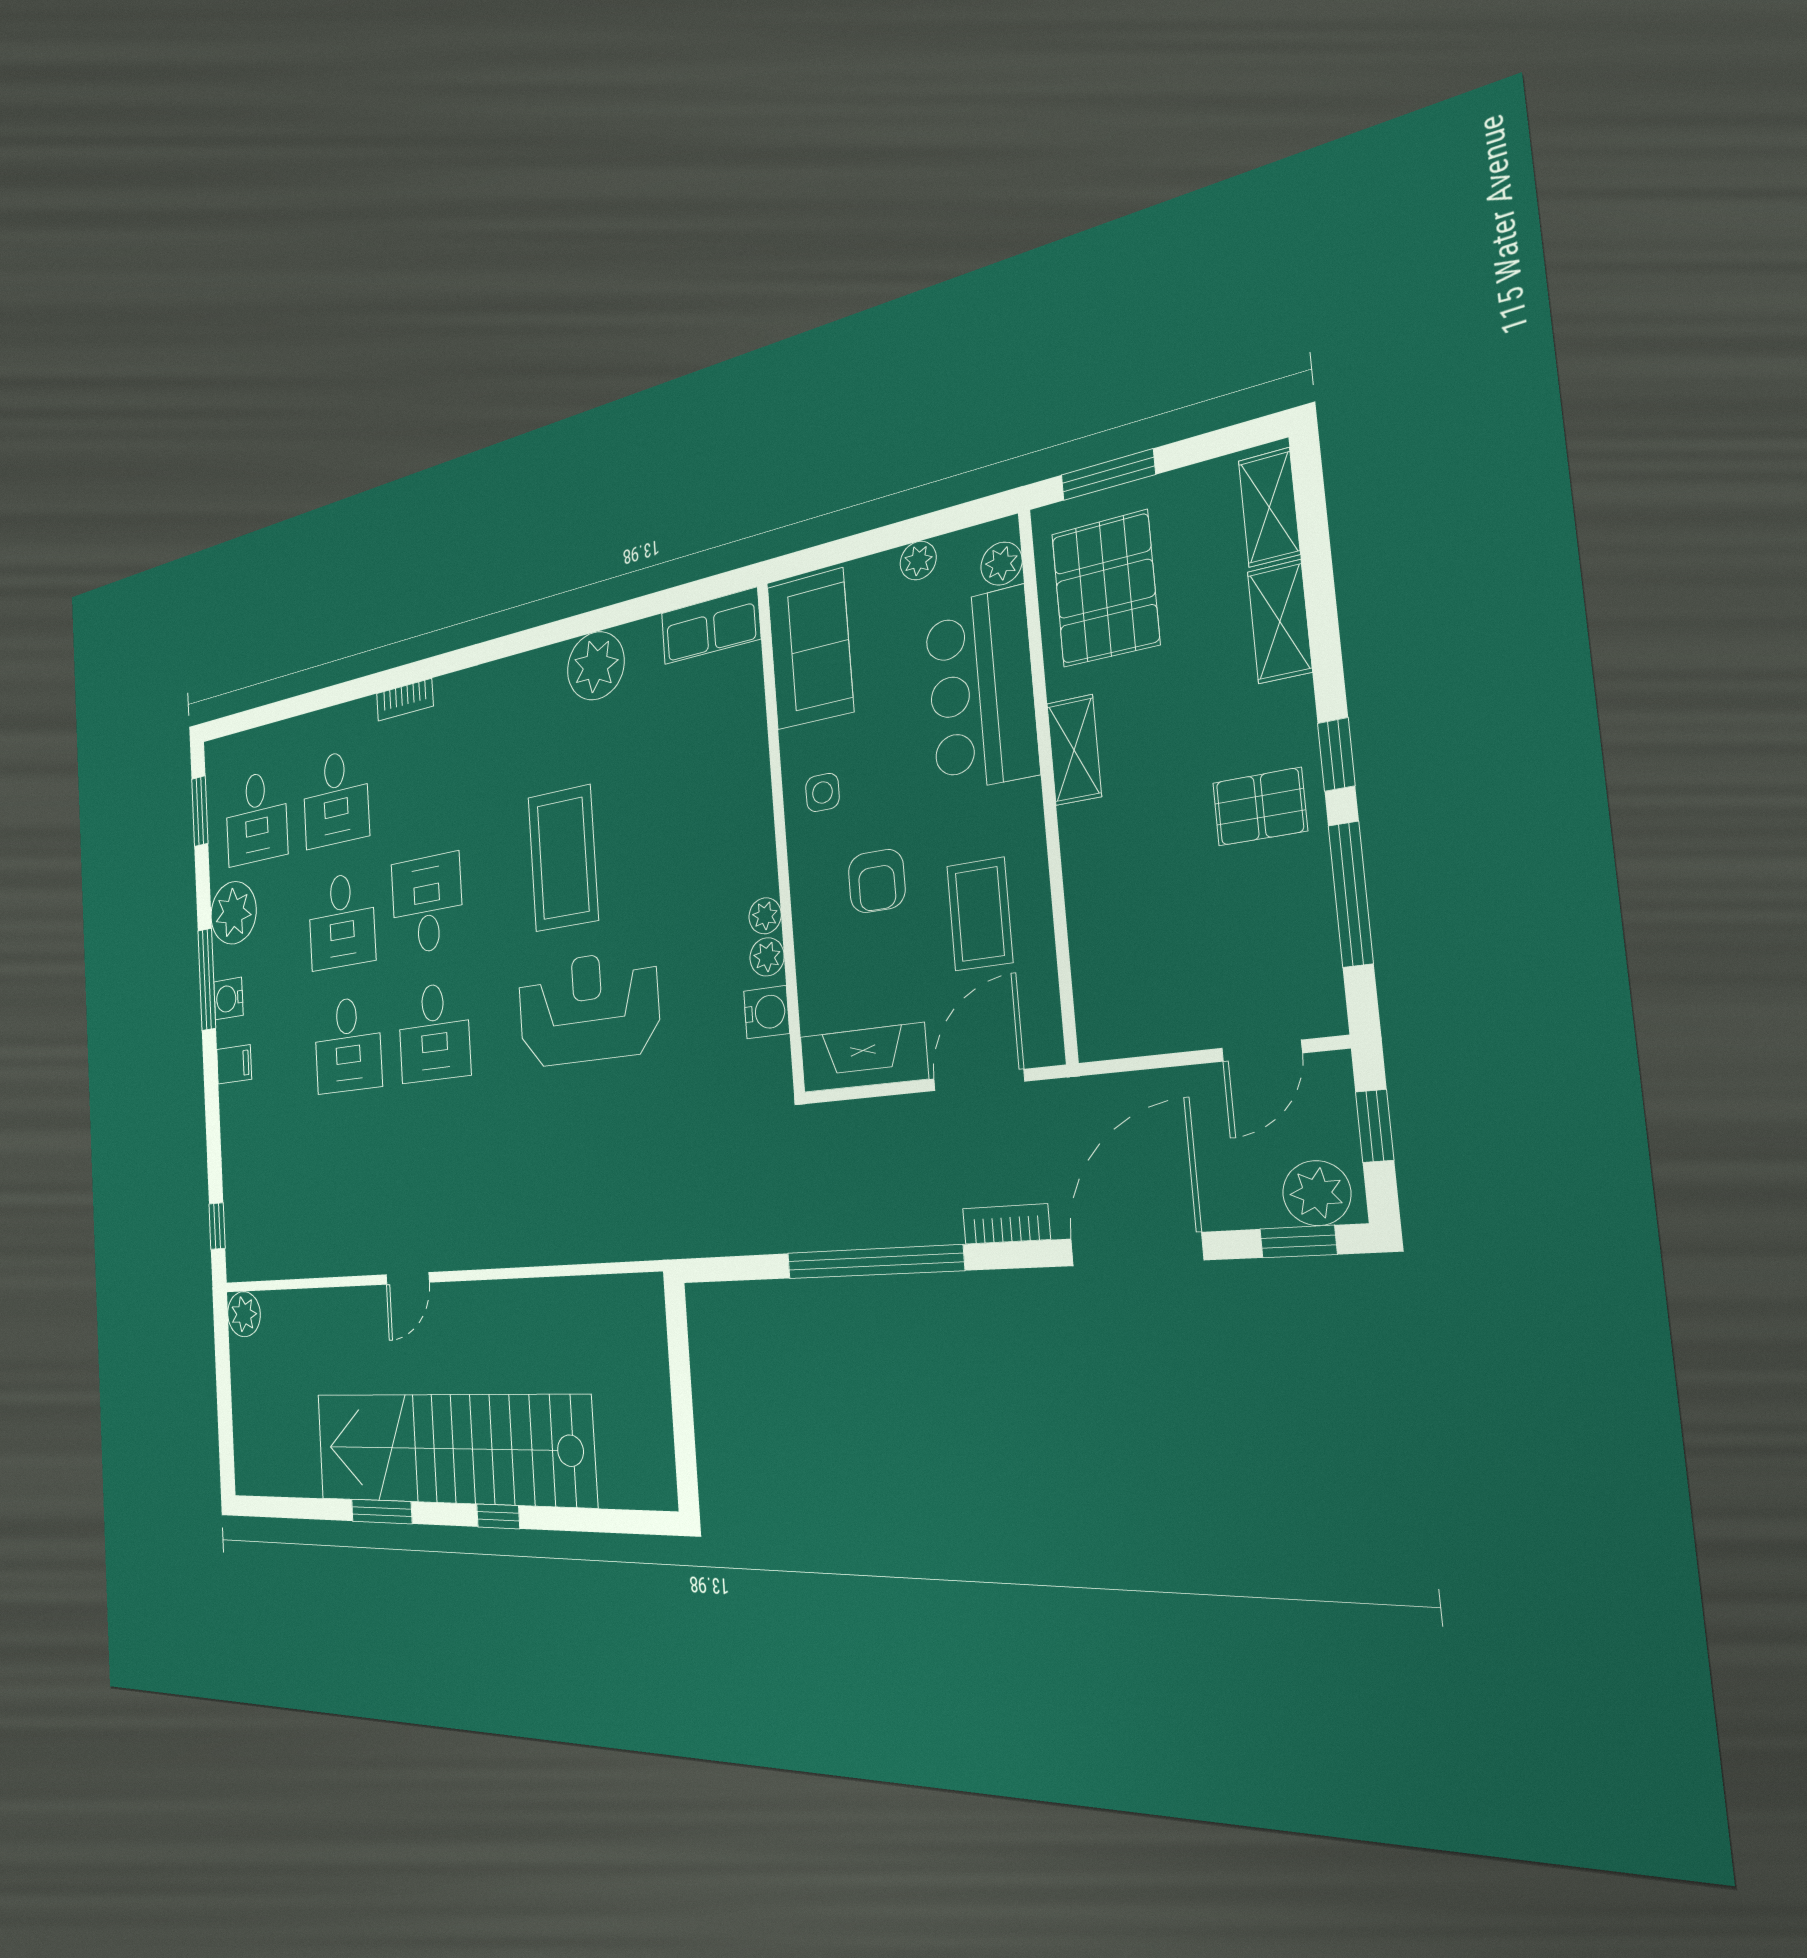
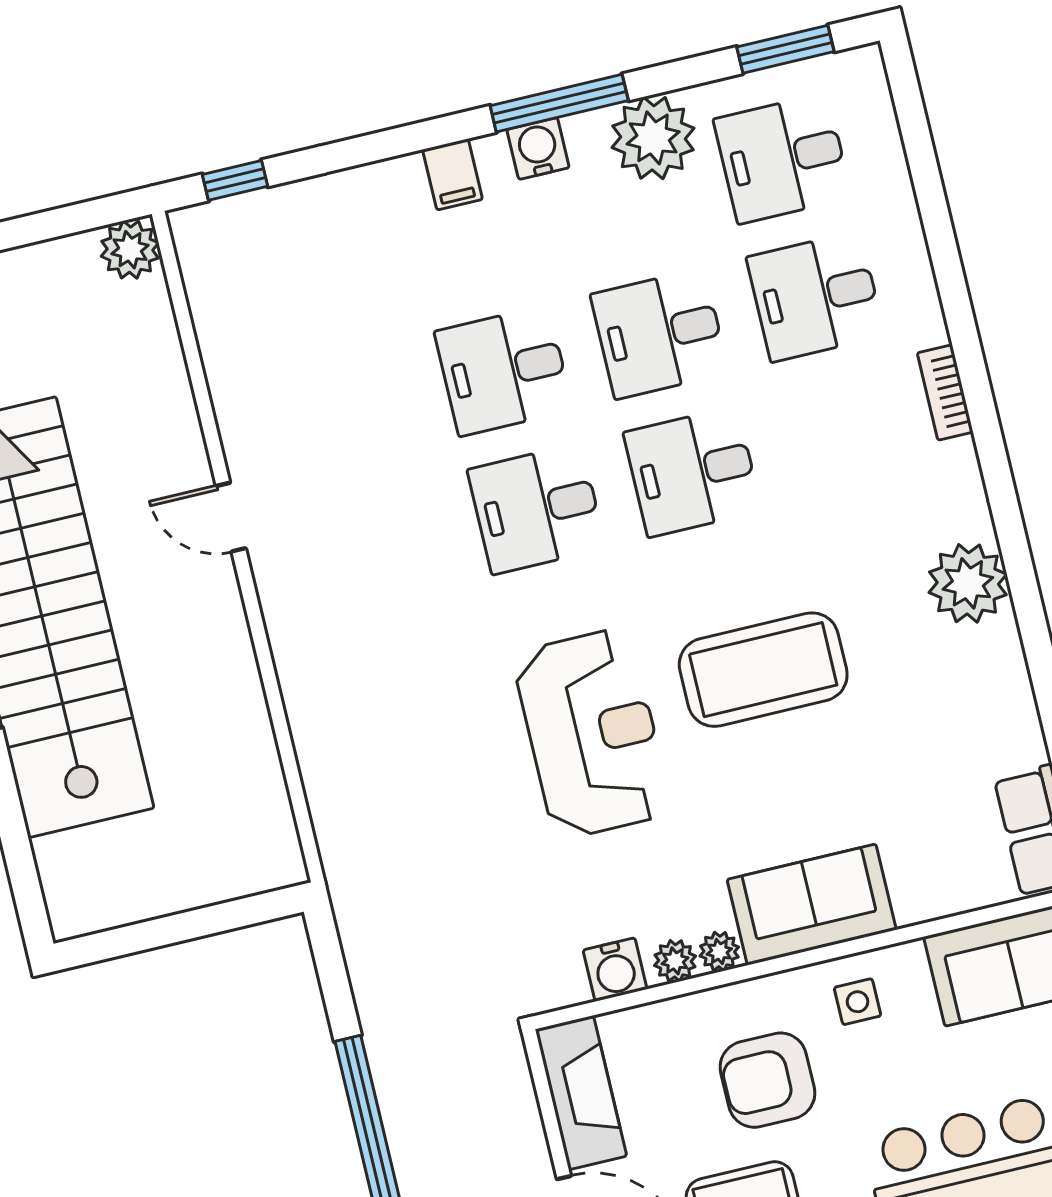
plant: (596, 666) -> (968, 583), moved
sofa: (739, 829) -> (812, 905), added
armchair: (877, 881) -> (767, 1080), width x1.38, depth x1.38
desk: (427, 904) -> (692, 472), turned 180

